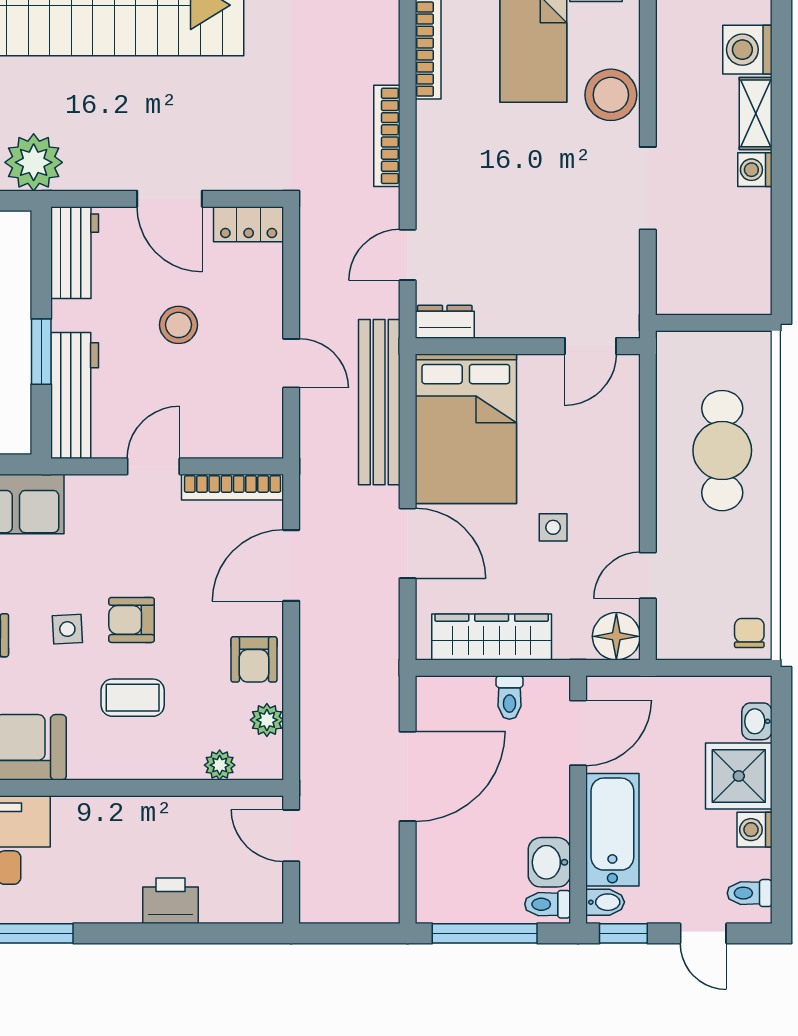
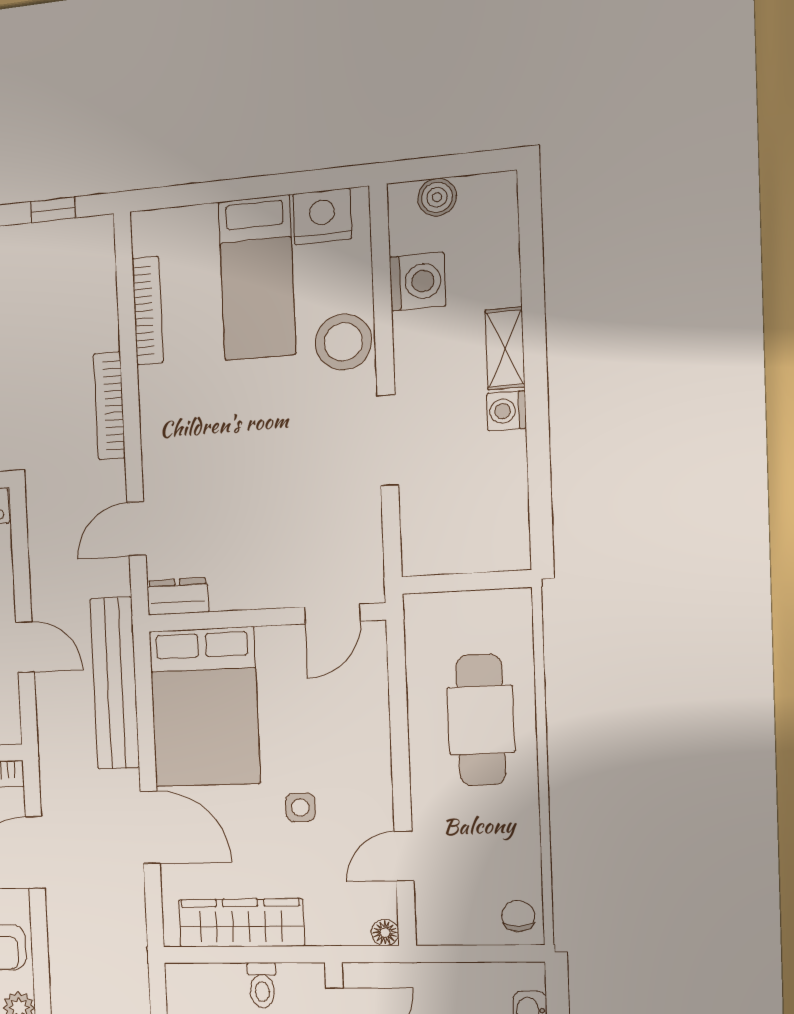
washing machine: (747, 50) -> (417, 282), moved, turned 180
floor lamp: (616, 636) -> (385, 933), width x0.53, depth x0.53

